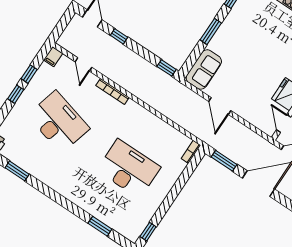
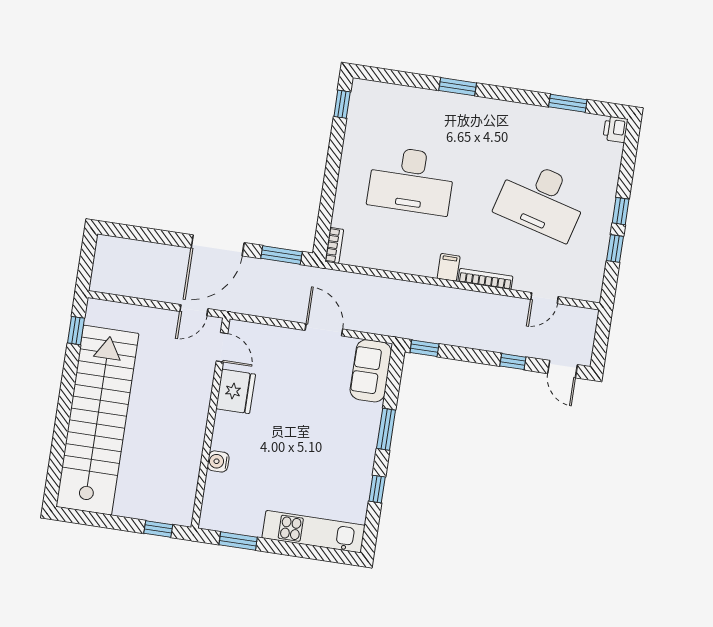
filing cabinet: (53, 57) -> (449, 267), moved
door: (83, 64) -> (545, 298), swing flipped
window: (100, 226) -> (458, 87), moved

